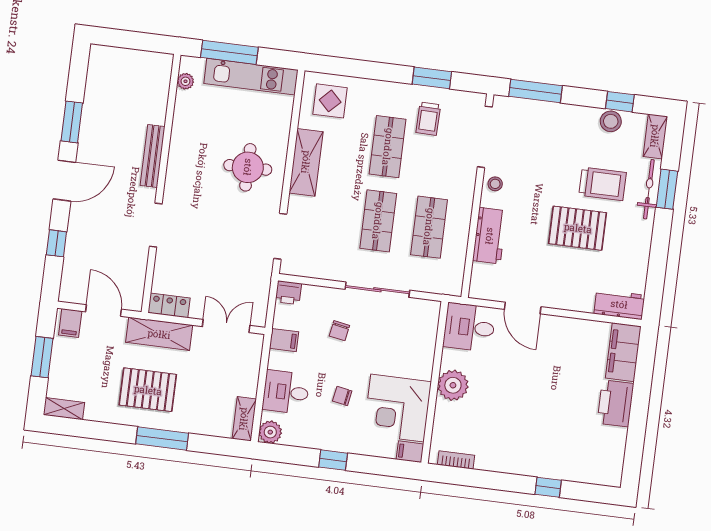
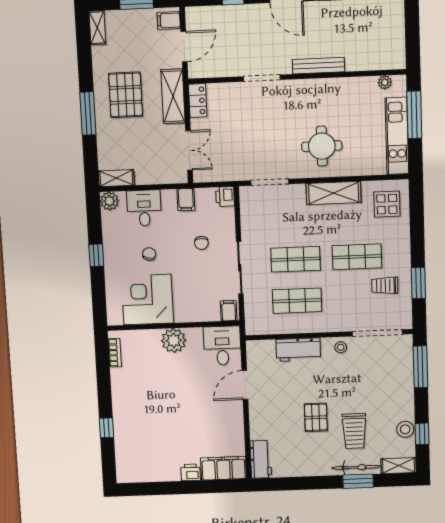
pallet: (578, 228) -> (316, 417), width x0.67, depth x0.71
chair: (339, 331) -> (201, 243), turned -100
printer: (615, 403) -> (191, 472), width x0.53, depth x0.68
filing cabinet: (410, 452) -> (229, 311), moved

